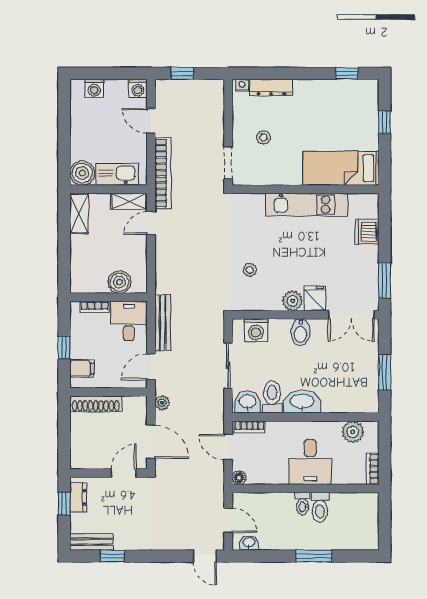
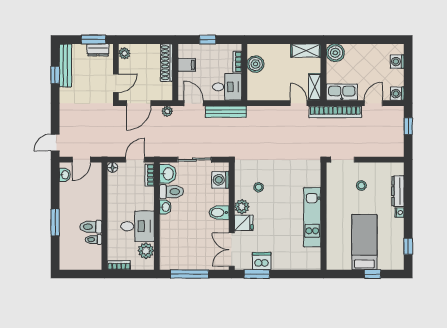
nightstand: (242, 85) -> (399, 213), moved
bed: (341, 168) -> (364, 242), moved
kitchen sink: (117, 174) -> (342, 92), moved, turned -90
dishwasher: (367, 232) -> (262, 261), moved
stool: (250, 270) -> (259, 187), moved
boiler: (119, 282) -> (256, 64), moved
filing cabinet: (82, 369) -> (187, 65), moved, turned -90
window: (385, 372) -> (190, 274), width x1.44
washbasin: (302, 402) -> (165, 207), width x0.52, depth x0.69
plant: (83, 461) -> (124, 53), added
desk: (310, 462) -> (137, 226), moved, turned 180
door: (124, 473) -> (116, 83), hinge flipped
window: (64, 504) -> (94, 40), width x1.50
toilet: (302, 504) -> (93, 240), moved
bench: (92, 542) -> (65, 65), width x1.36

